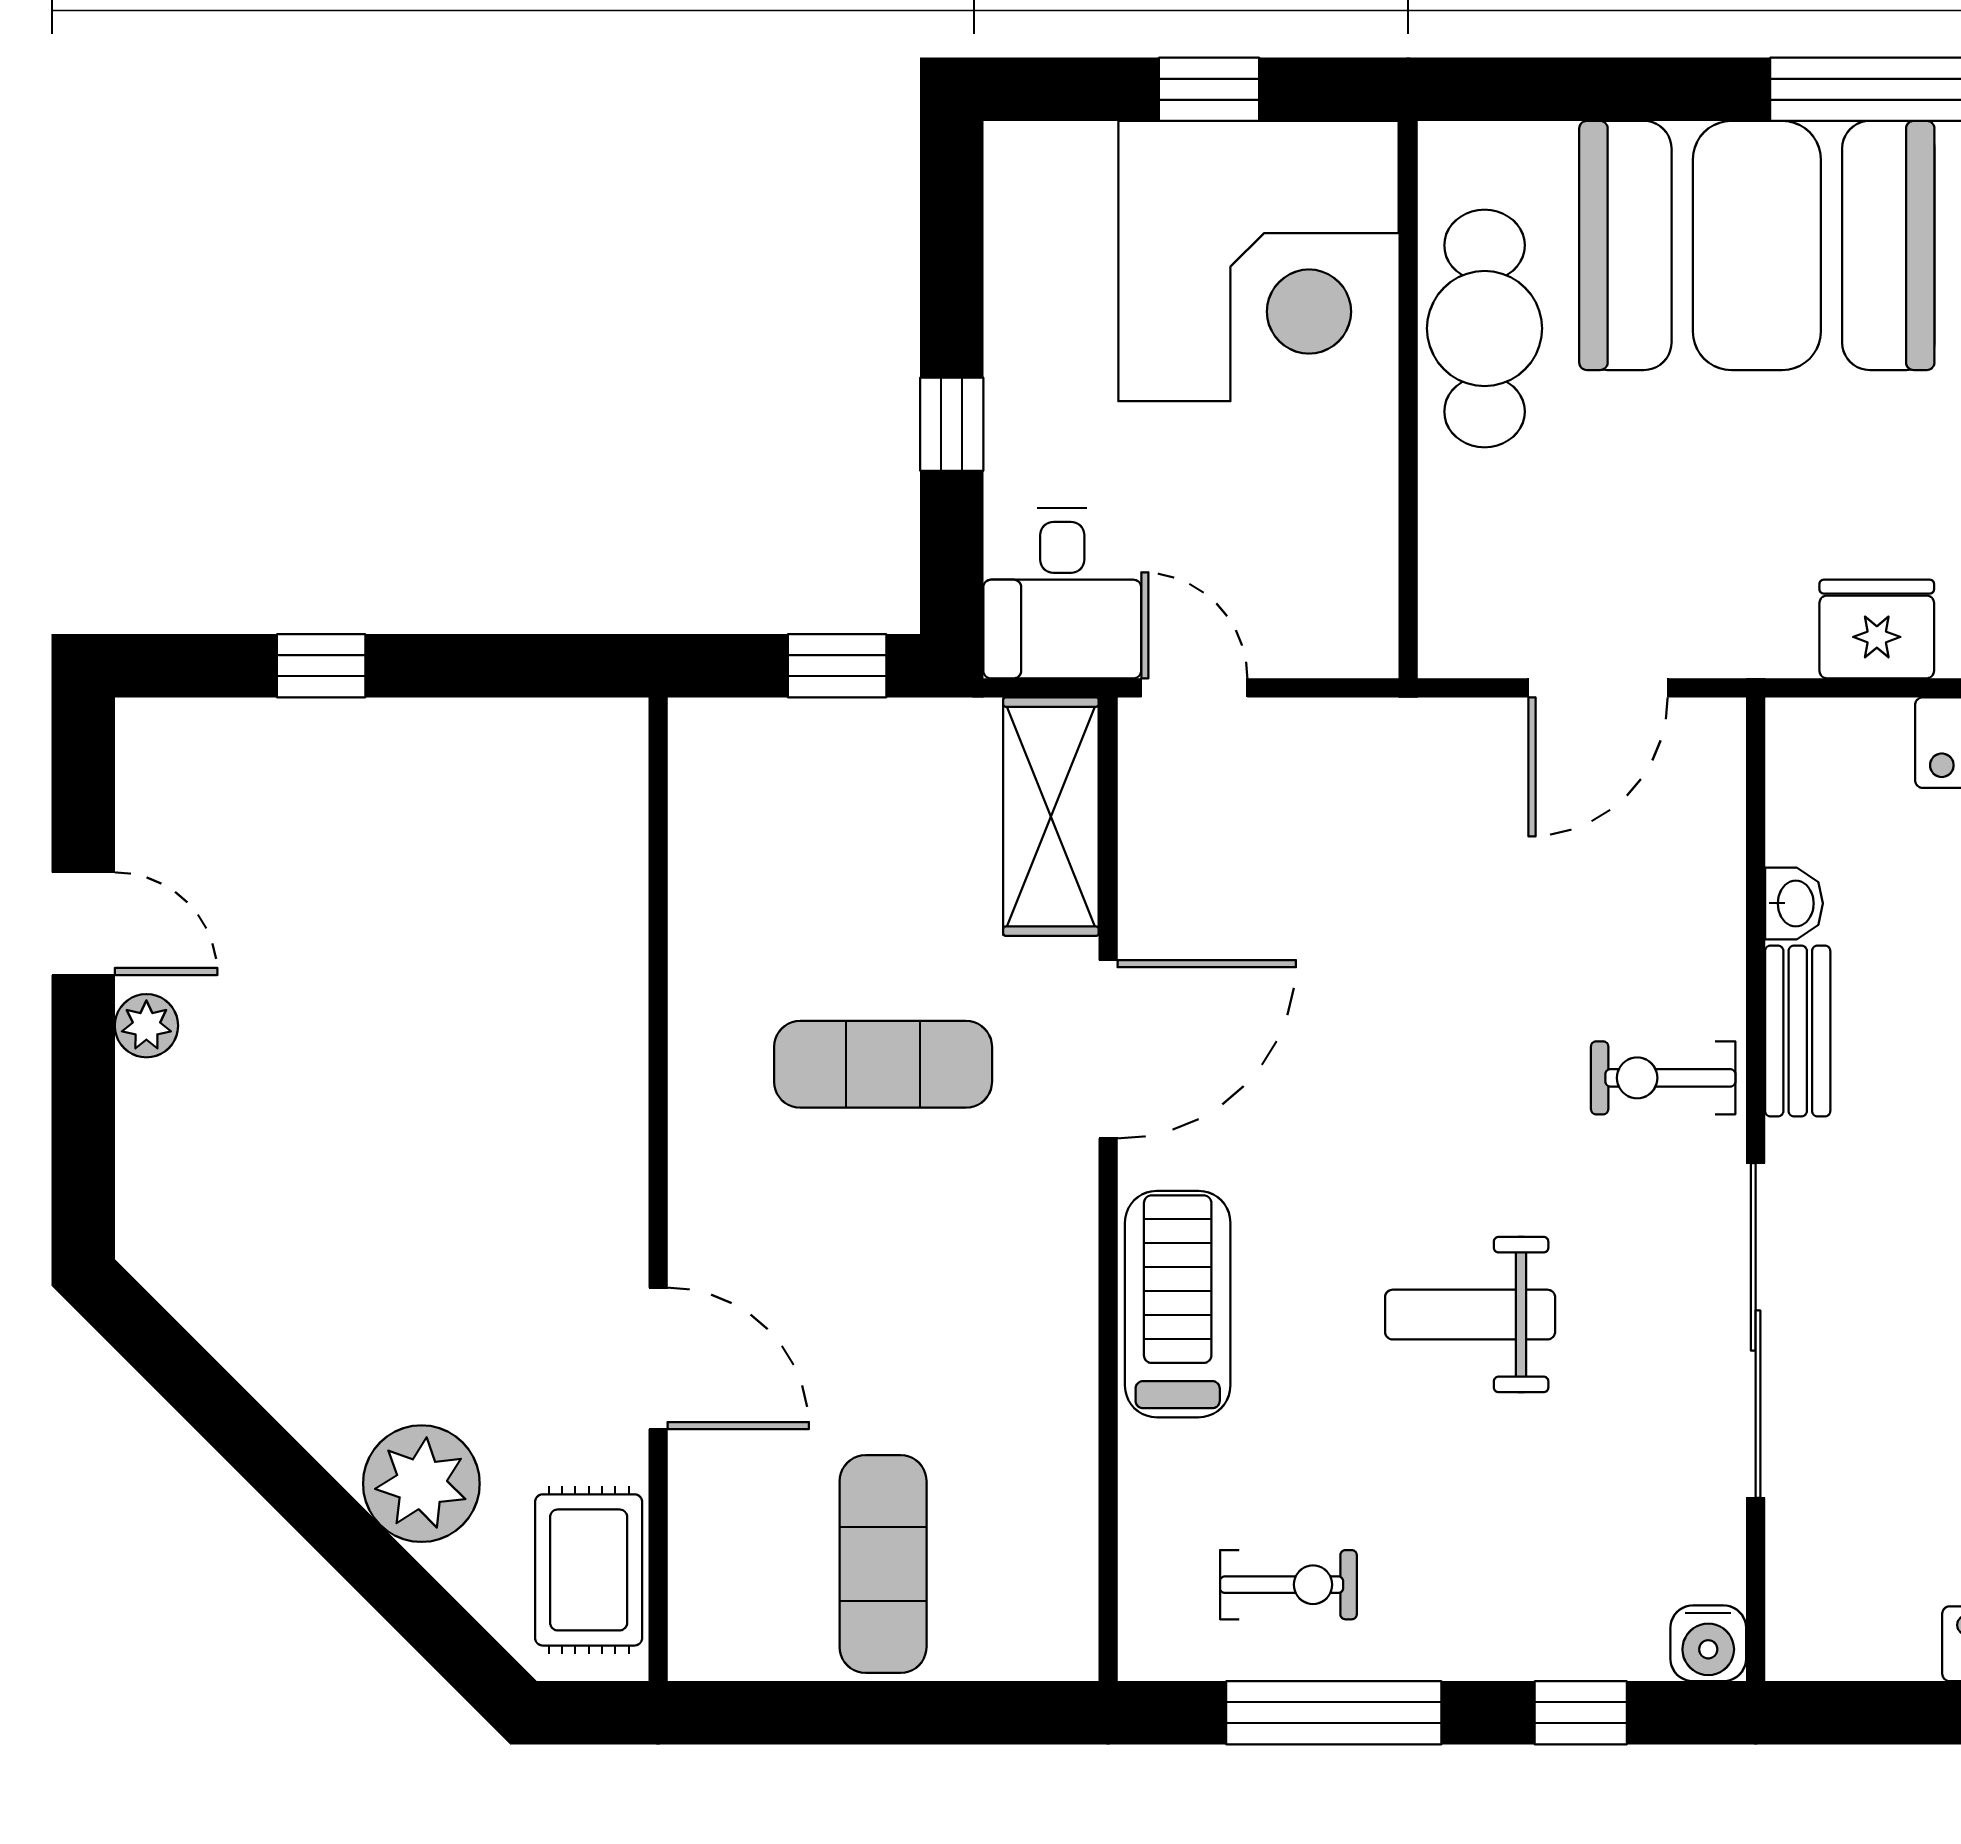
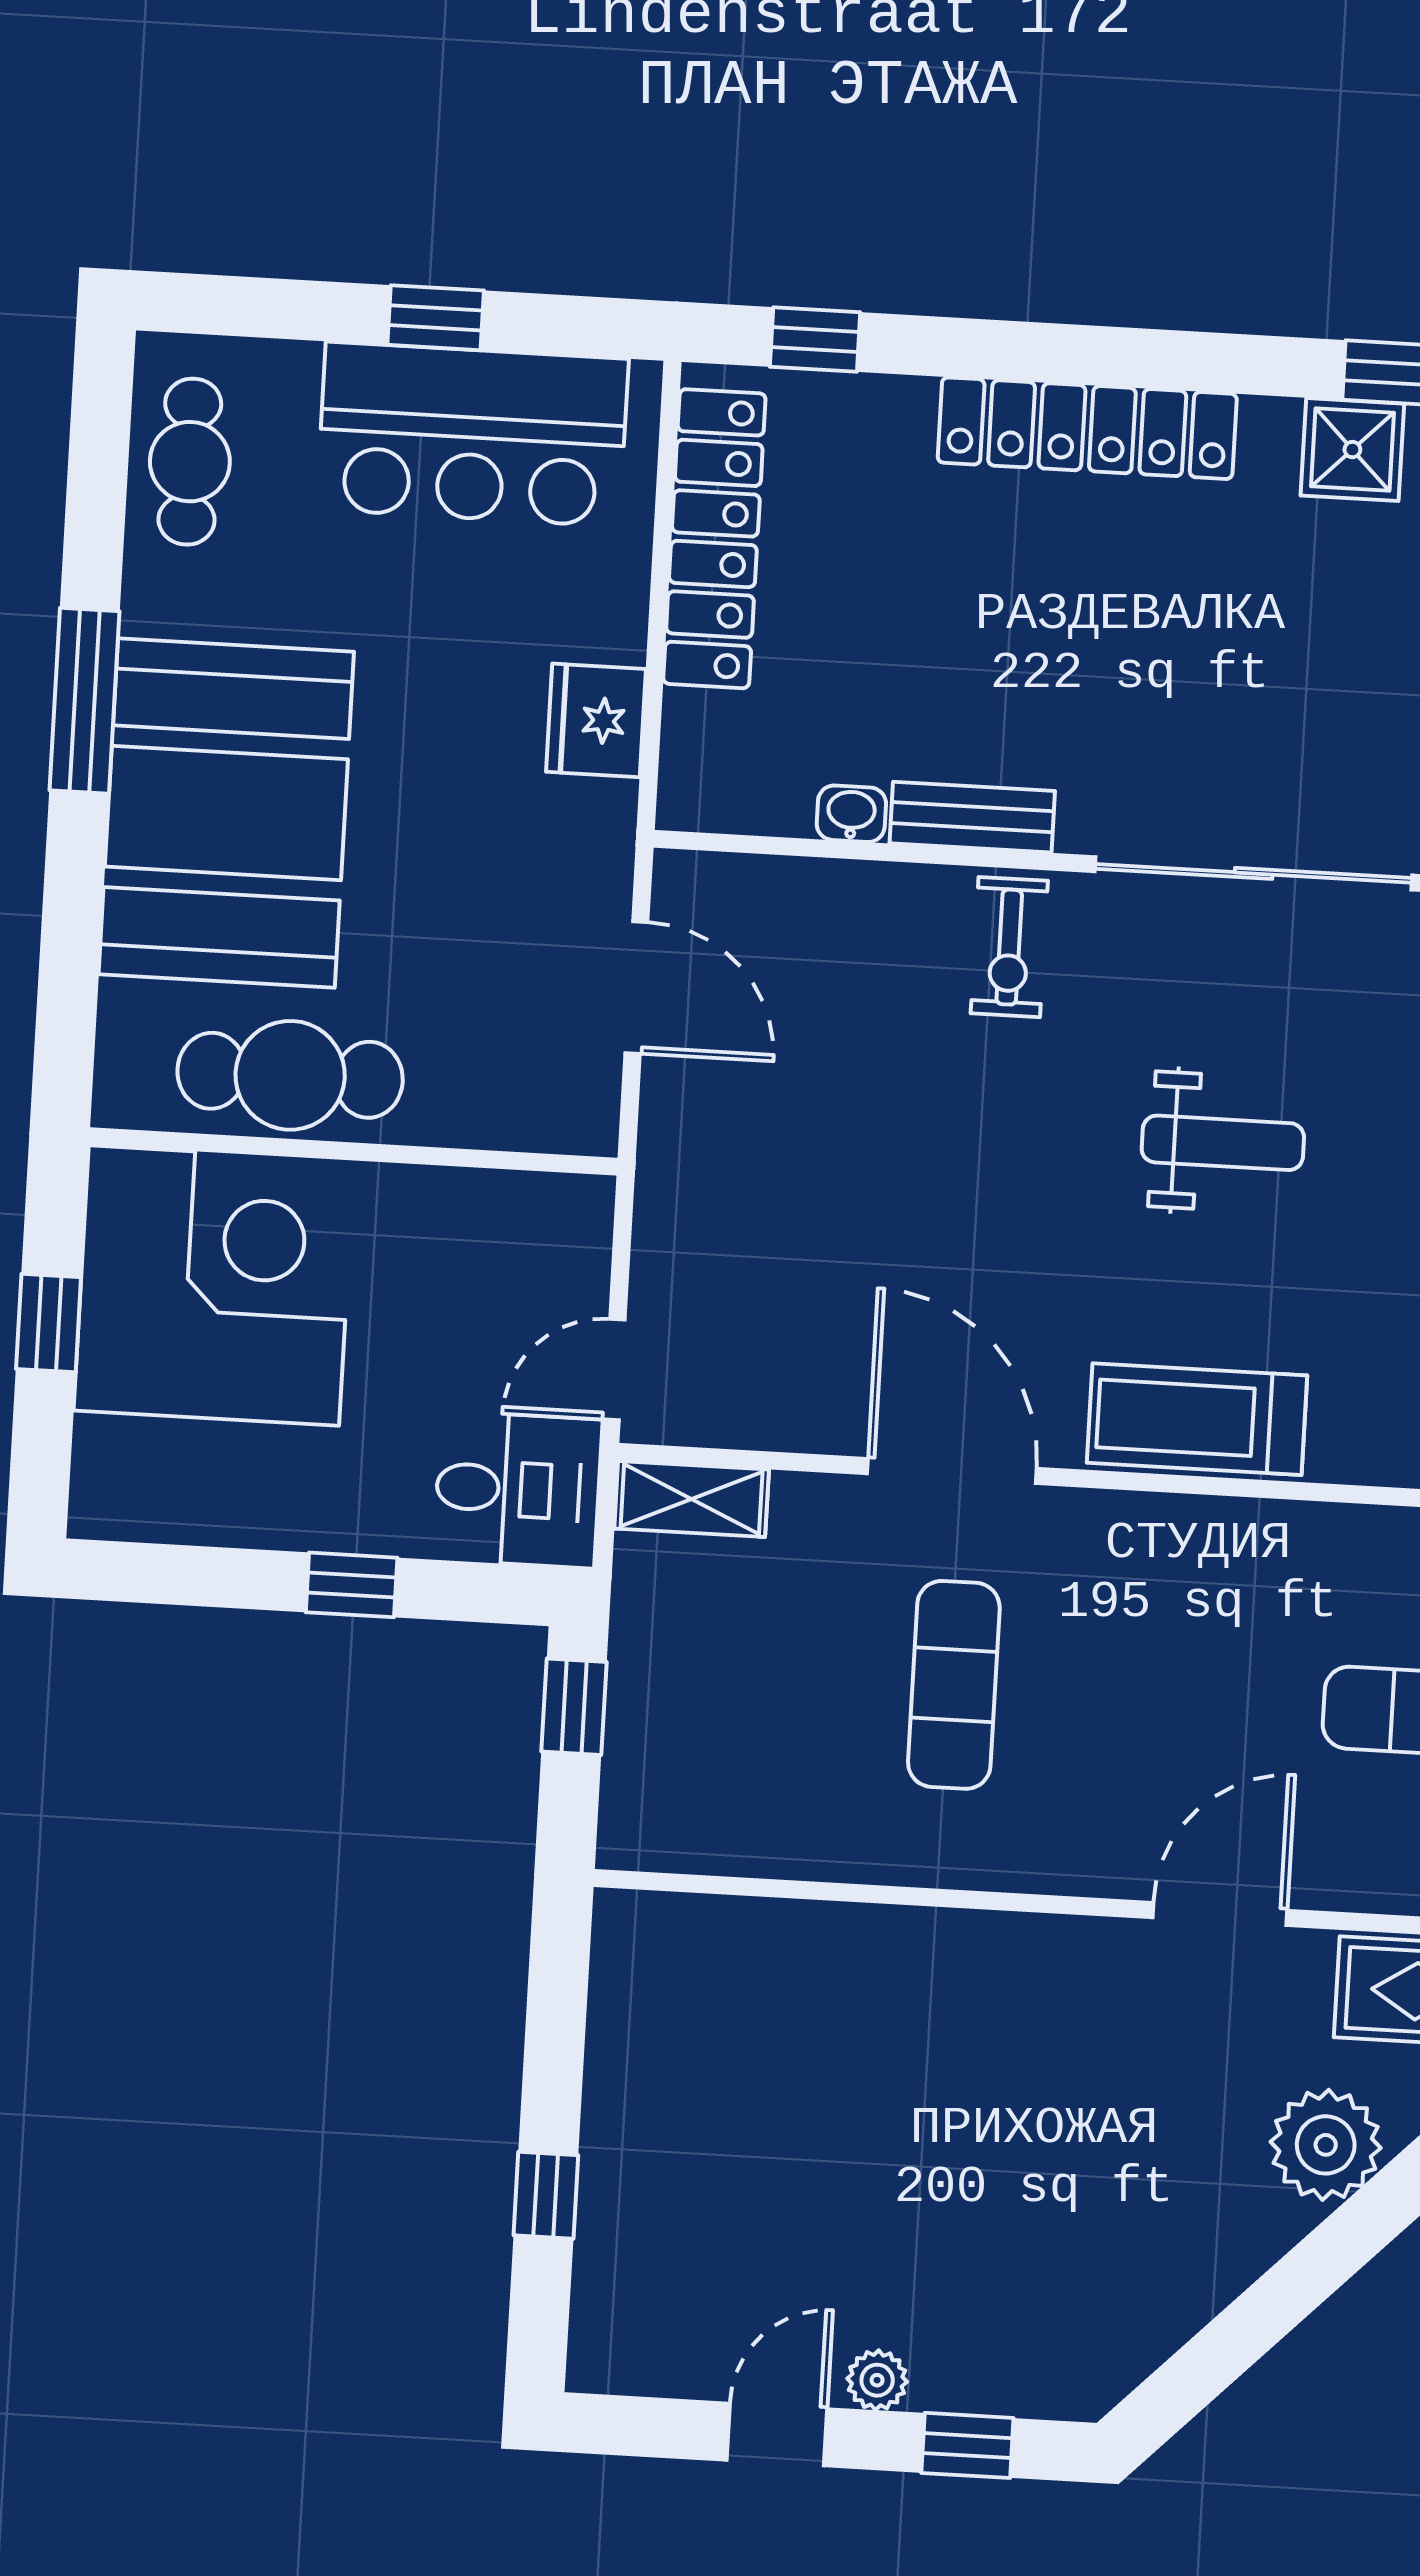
shelving: (1051, 817) -> (692, 1499), width x0.67, depth x0.75
window: (83, 1125) -> (967, 2445), added
weight bench: (1470, 1315) -> (1223, 1143), turned -90

